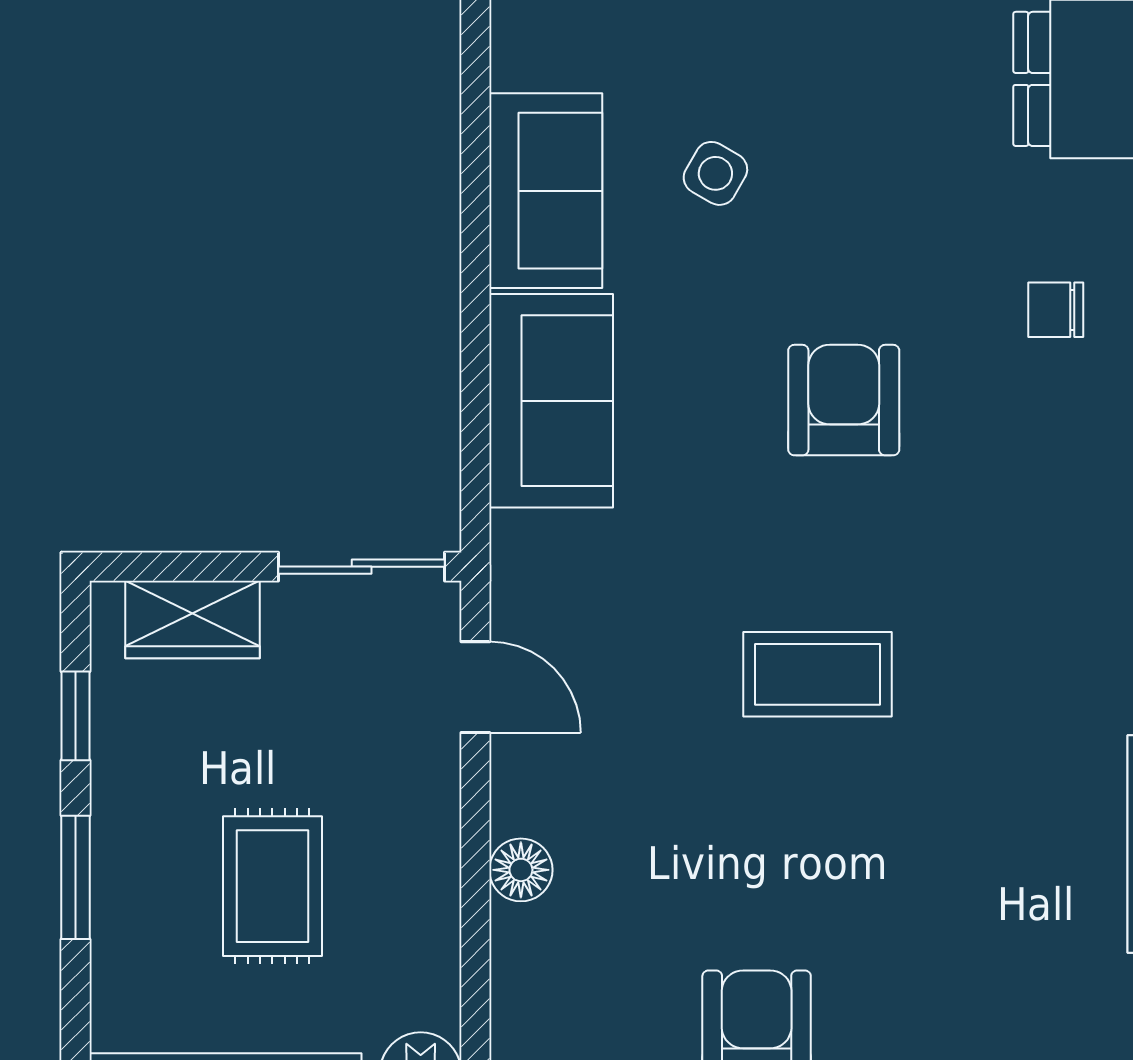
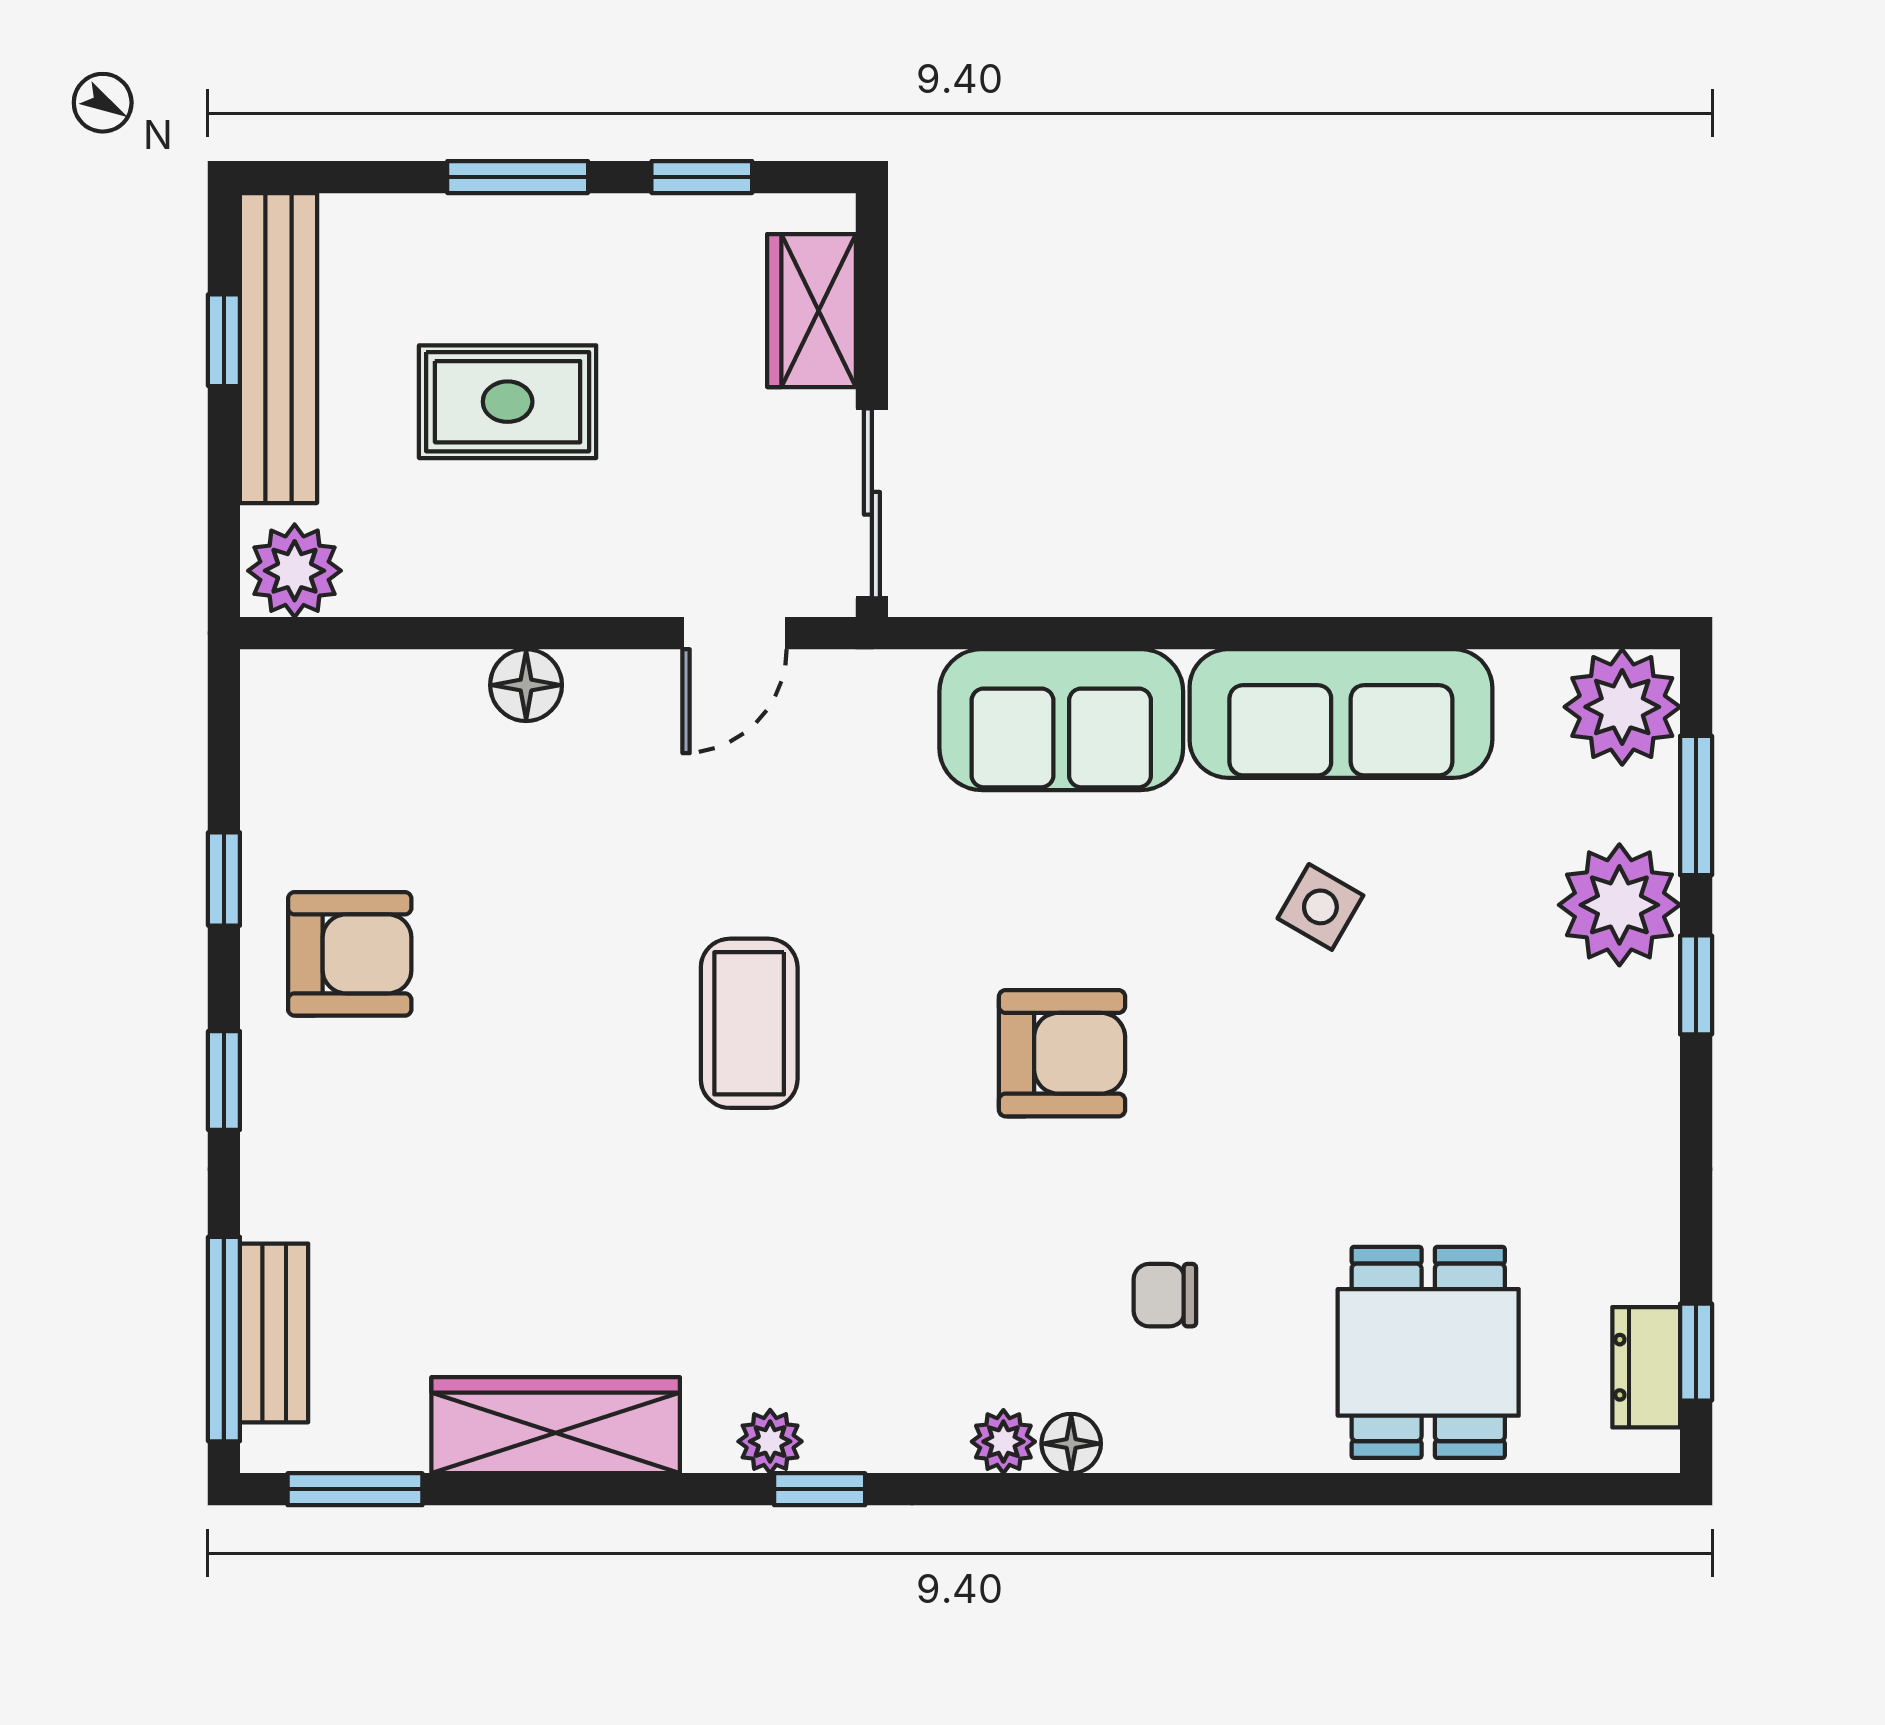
sofa: (546, 191) -> (1341, 713), width x1.36
chair: (1056, 310) -> (1165, 1295), turned -90

